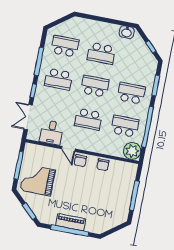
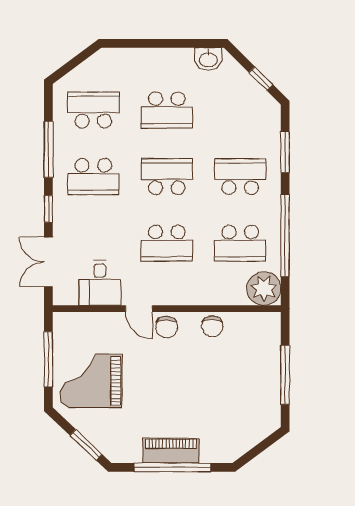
school desk: (125, 126) -> (240, 243), turned 180

